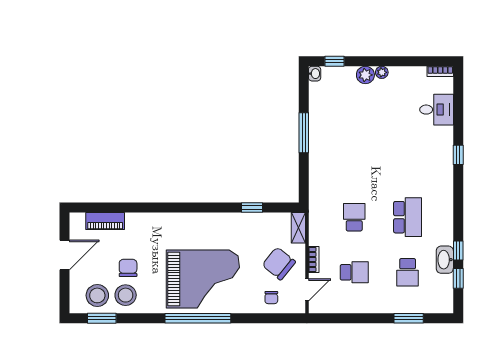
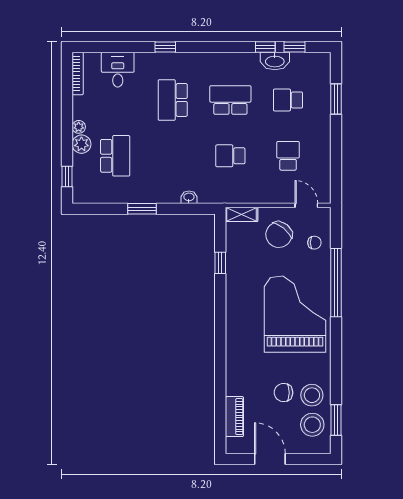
bookcase: (440, 71) -> (78, 73), width x1.56
washbasin: (315, 74) -> (189, 197), moved
school desk: (354, 107) -> (115, 156), added
window: (304, 133) -> (142, 209), width x0.69
school desk: (408, 162) -> (173, 100), added
bookcase: (314, 259) -> (275, 198), removed
school desk: (408, 272) -> (288, 100), turned 180
window: (198, 318) -> (336, 283), moved

